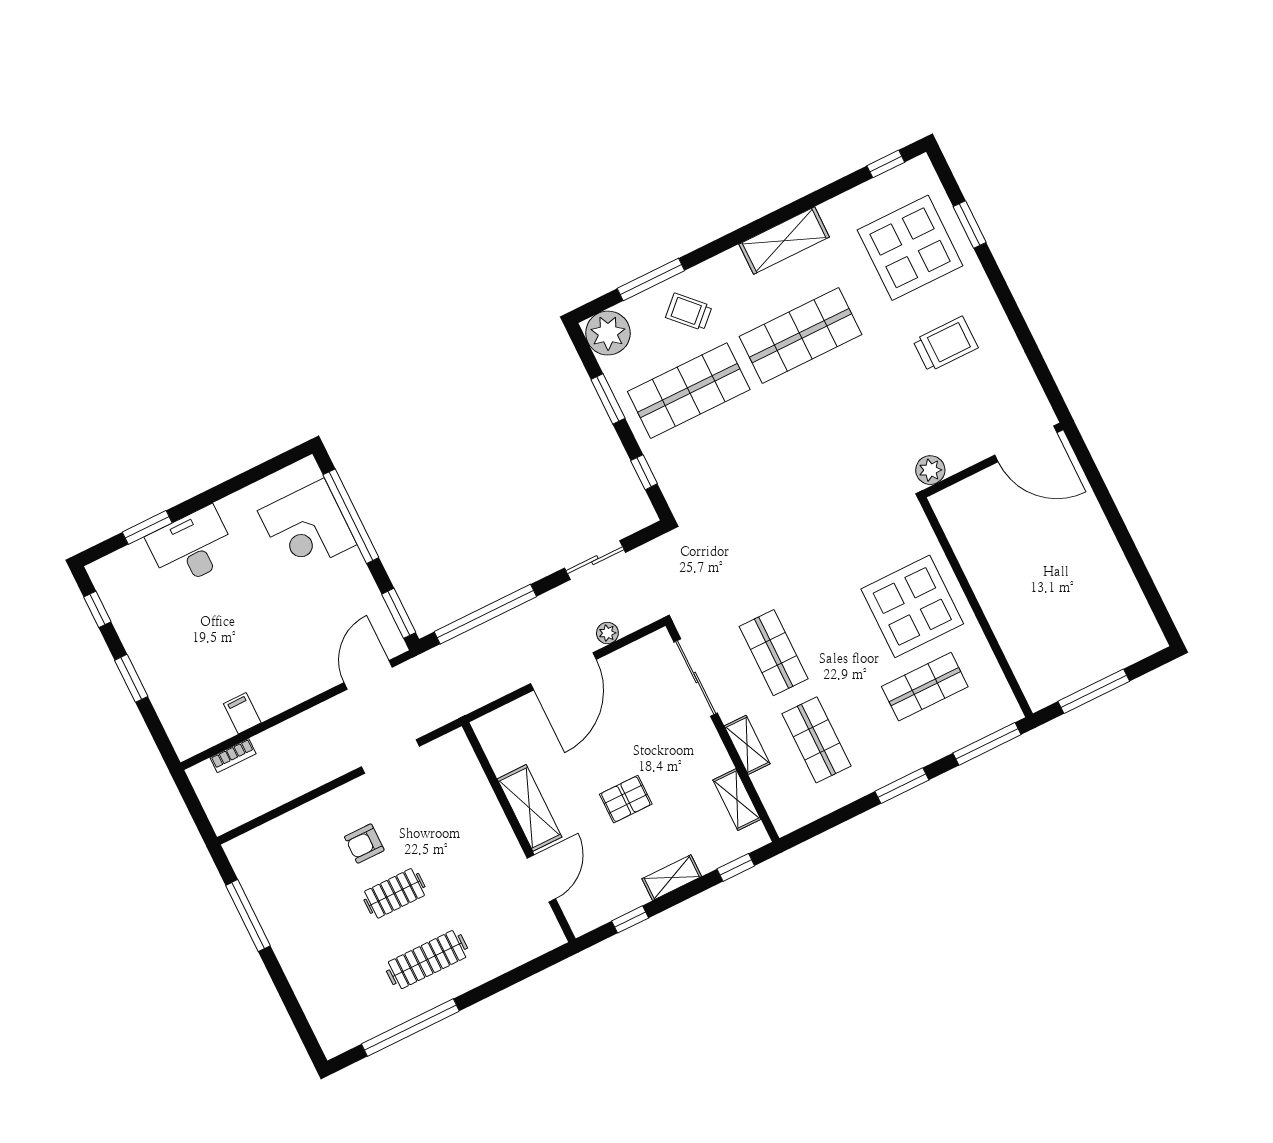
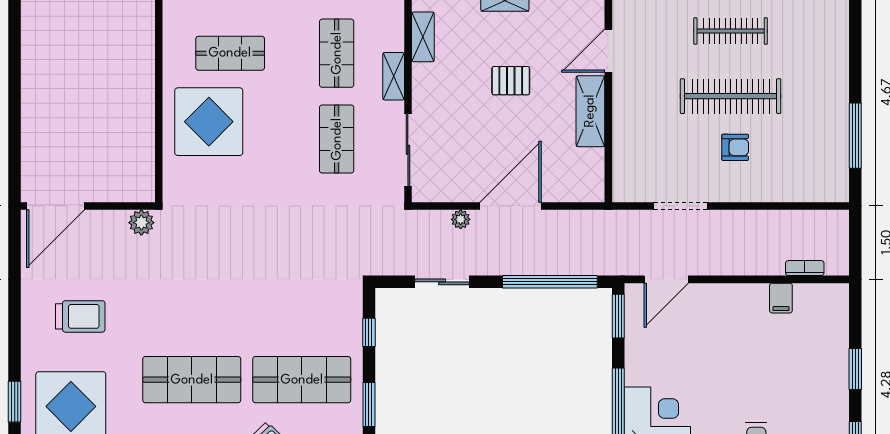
trolley: (945, 344) -> (80, 316), turned 180
door: (1026, 444) -> (56, 206), swing flipped
clothes rail: (394, 893) -> (731, 96), width x1.86, depth x1.31

